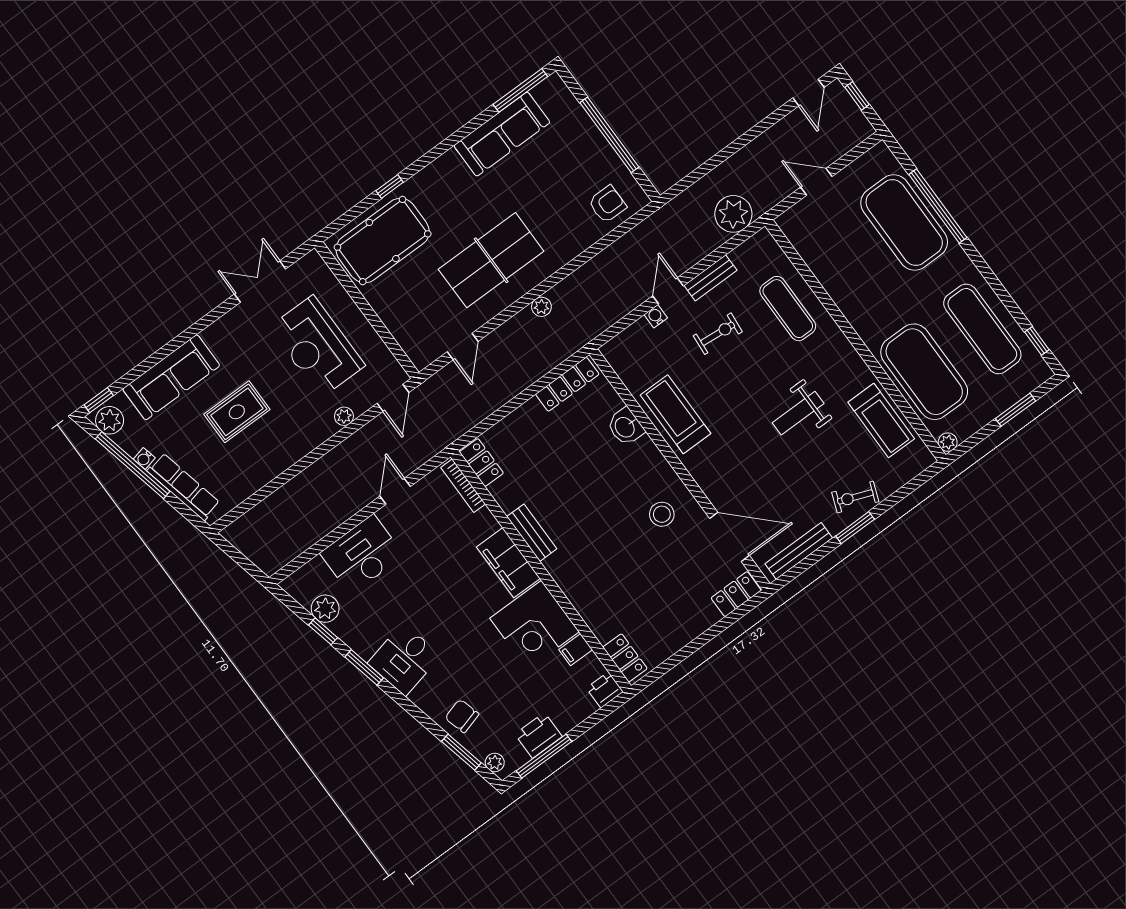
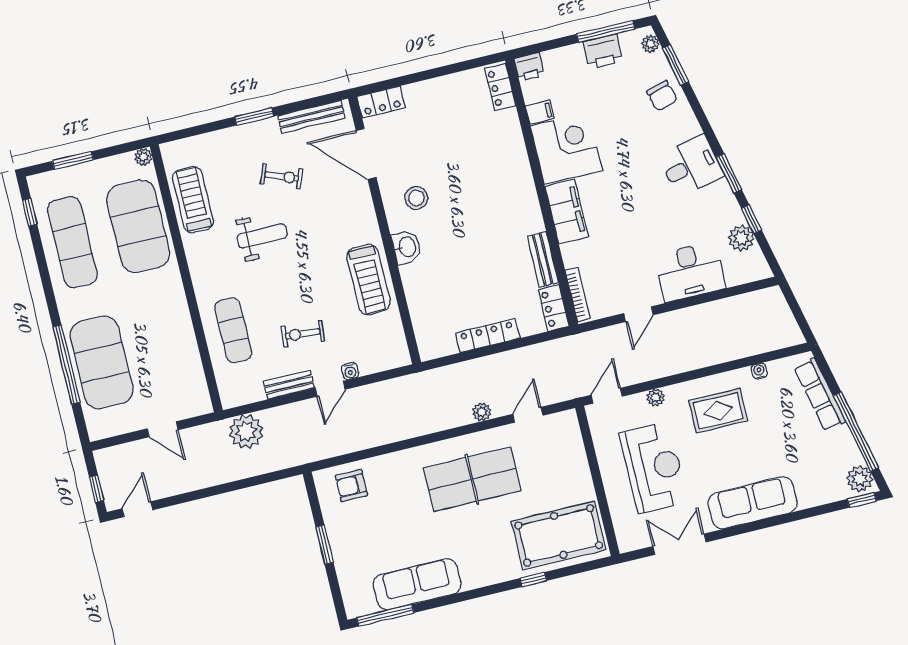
window: (609, 135) -> (325, 545), width x0.47
double door: (260, 282) -> (679, 544), swing flipped
plant: (541, 307) -> (482, 412), moved
sofa: (171, 377) -> (753, 503), moved
locker: (567, 384) -> (488, 336), moved
rug: (237, 412) -> (718, 411), moved
washbasin: (625, 427) -> (407, 247), moved
water cooler: (144, 458) -> (759, 371), moved, turned -77
exercise bike: (855, 497) -> (282, 176), moved
bench: (532, 533) -> (543, 259), moved

